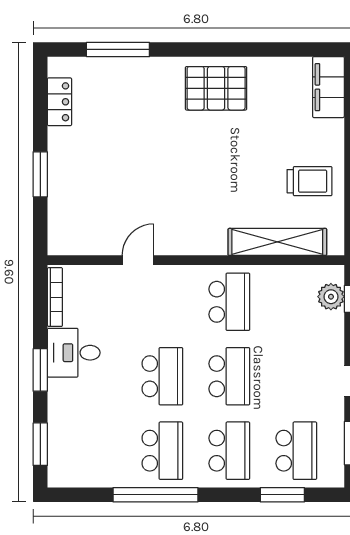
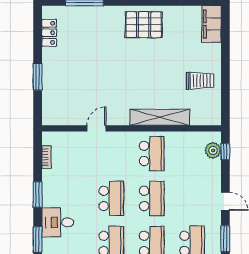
shelving: (277, 242) -> (160, 117), moved
bookcase: (55, 297) -> (46, 157), width x0.64
desk: (74, 353) -> (58, 222), moved

